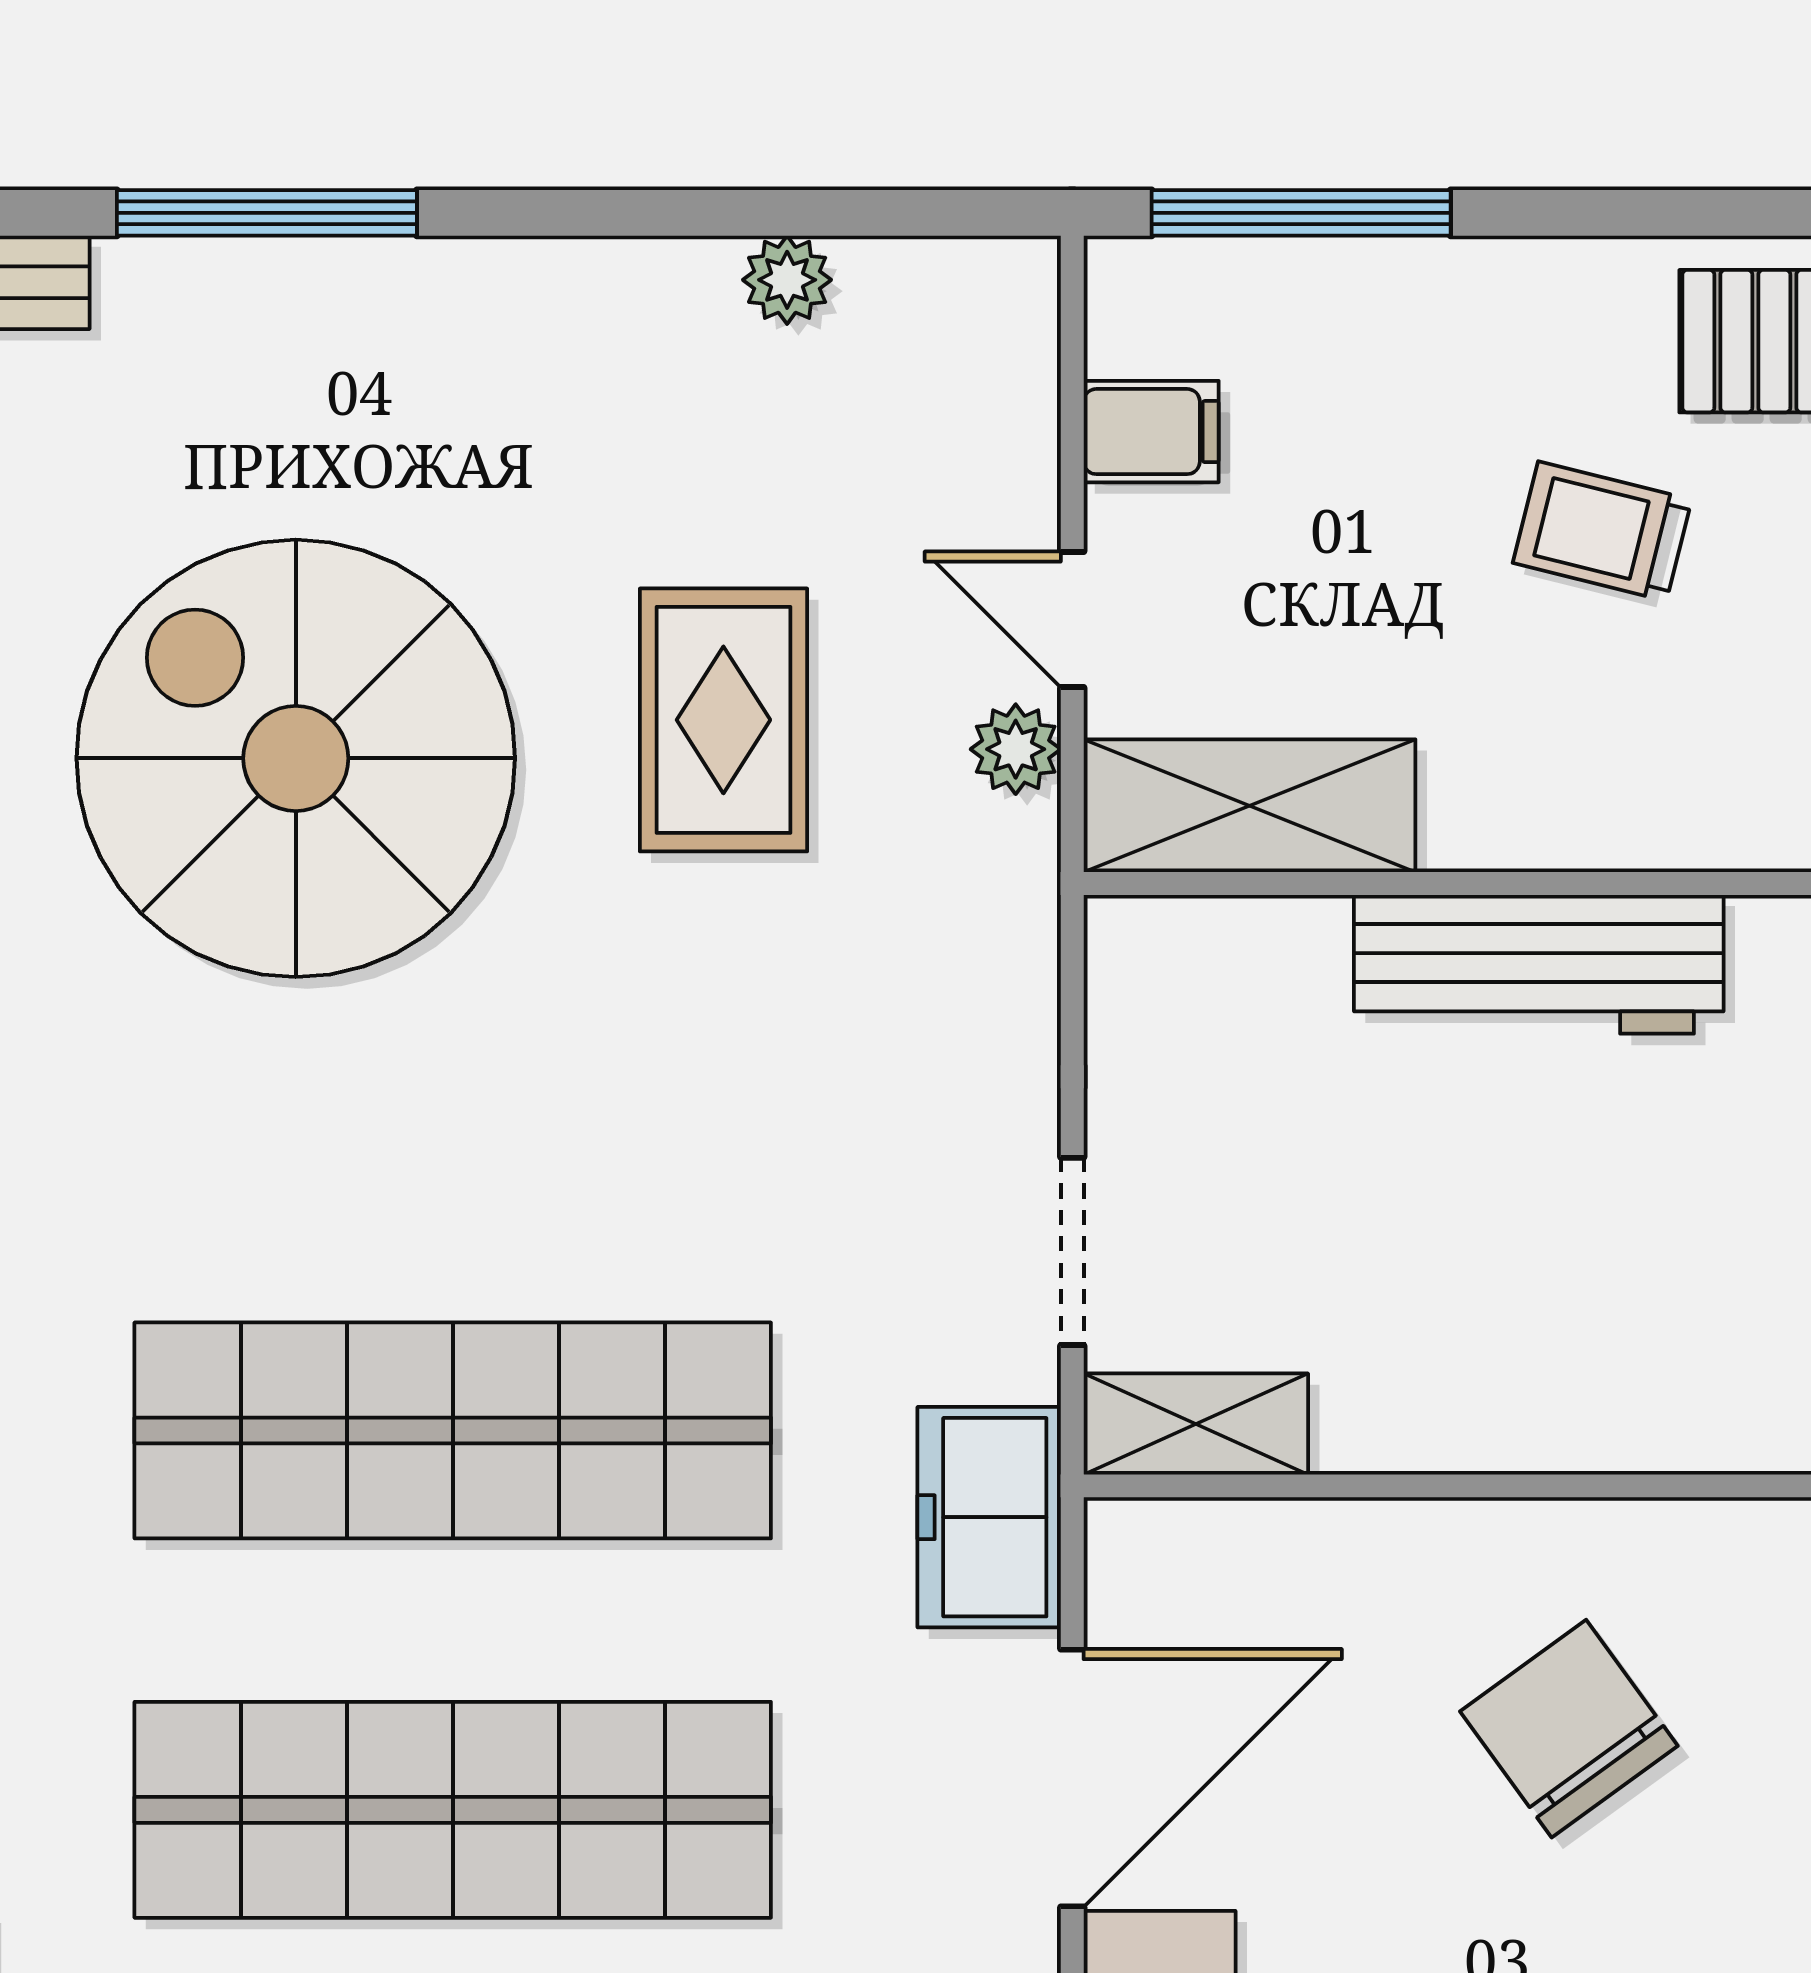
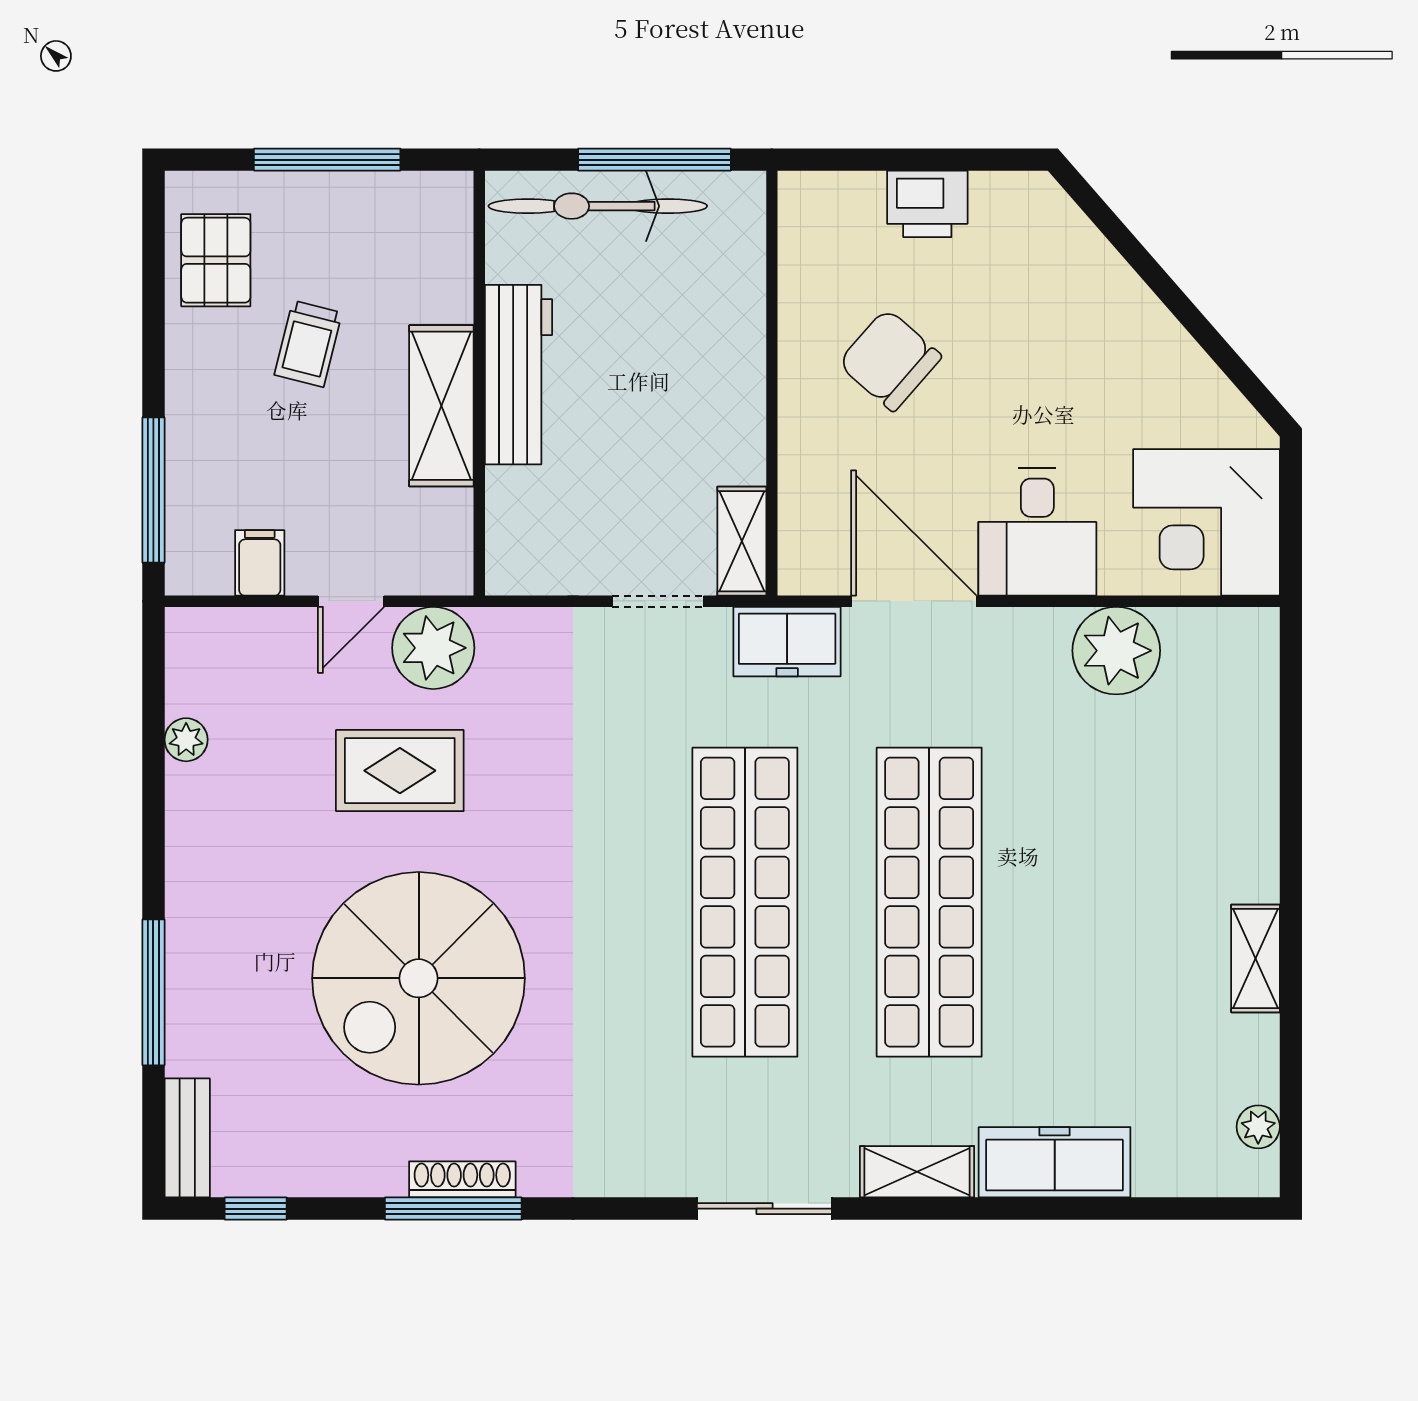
plant: (1016, 749) -> (433, 648), width x1.88, depth x1.88
shelving: (1249, 806) -> (441, 406), moved
chair: (1569, 1729) -> (890, 360), turned 77

